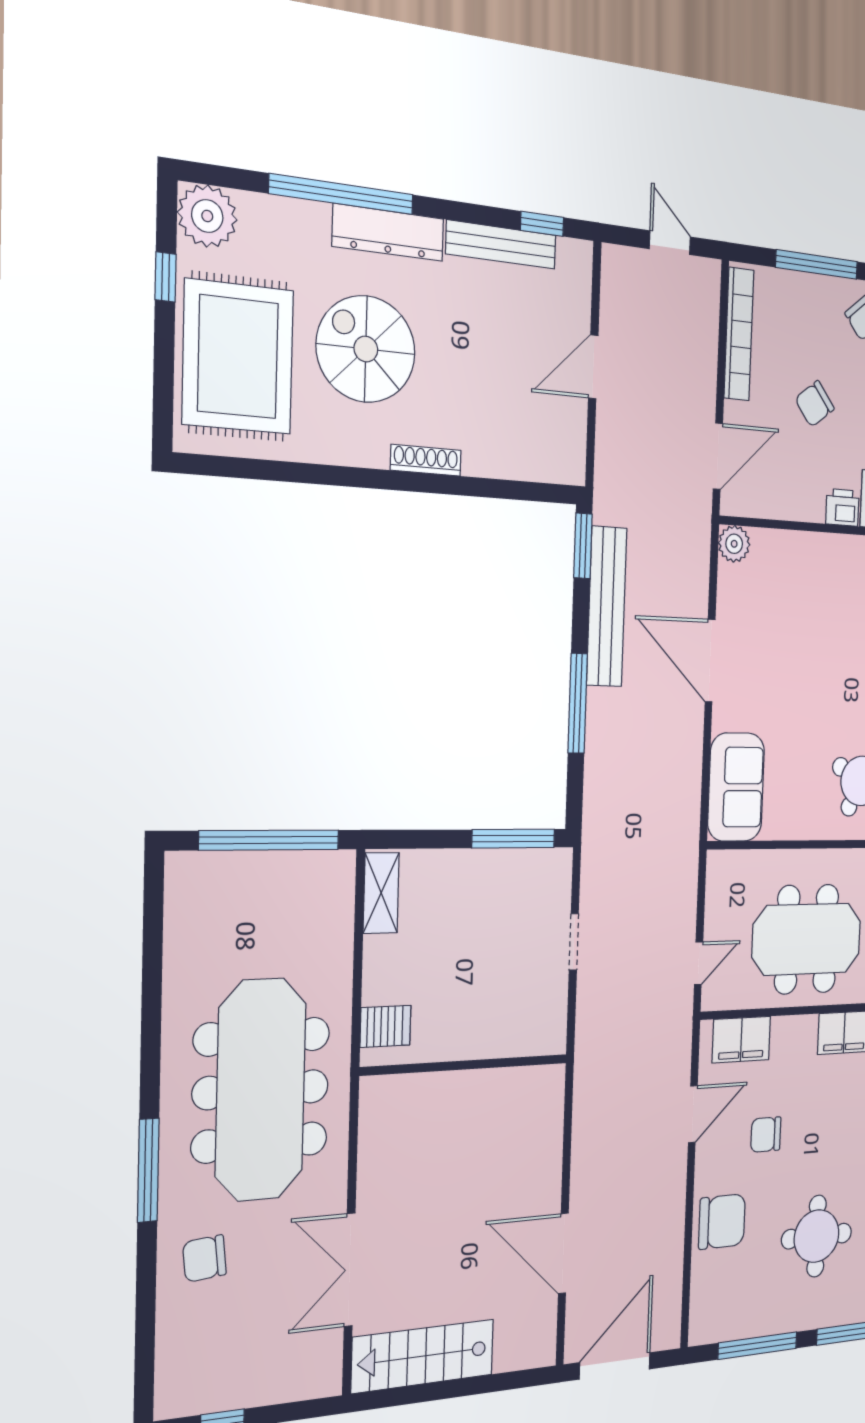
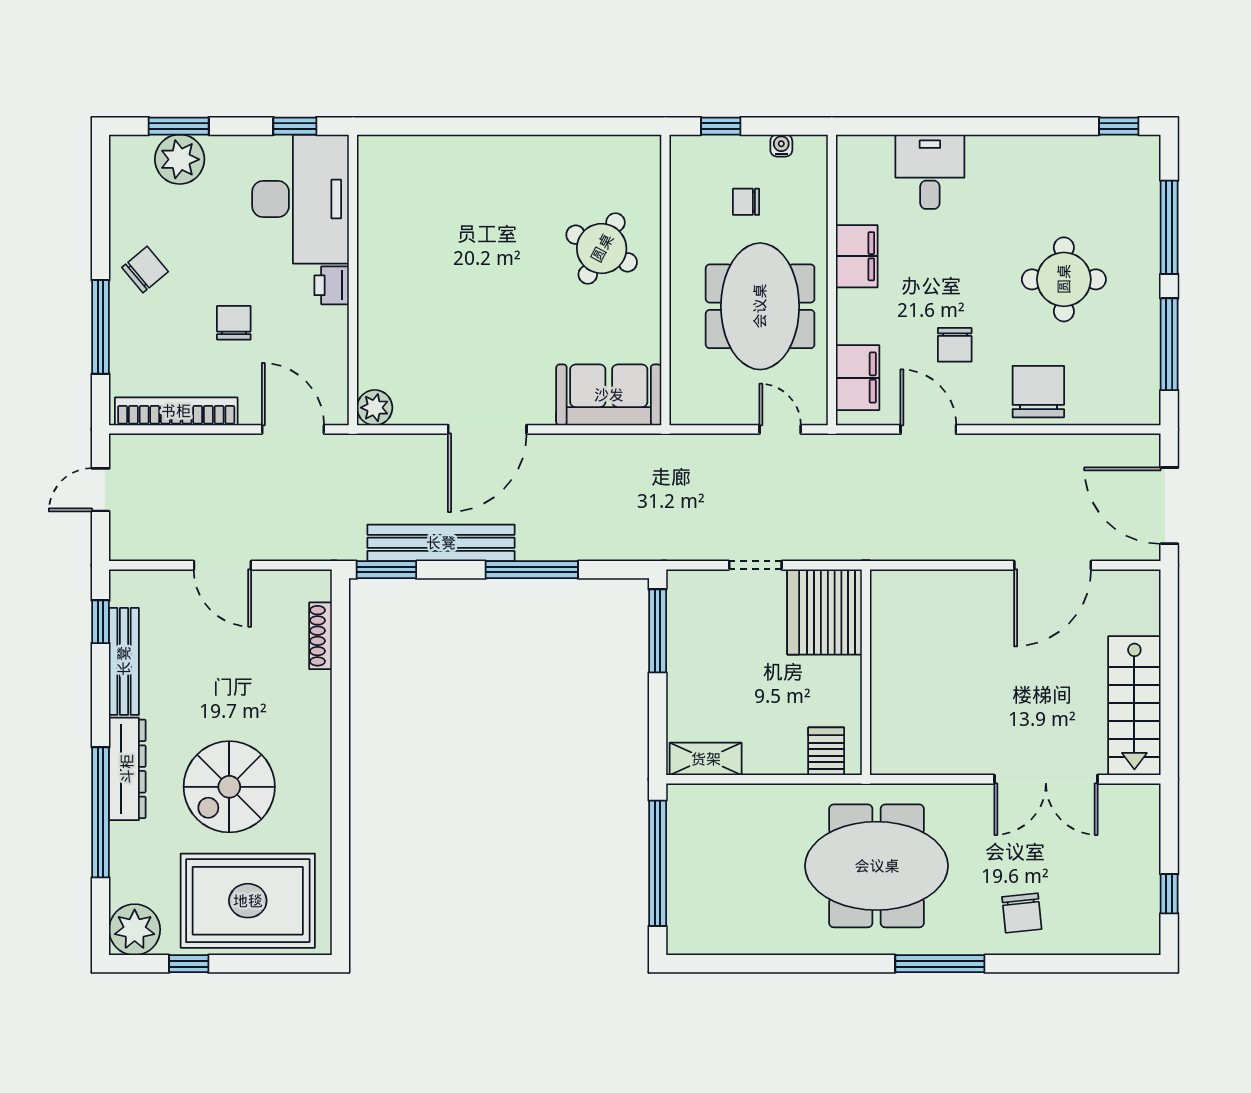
chair: (815, 404) -> (234, 323), turned -142
shoe rack: (426, 460) -> (320, 636), moved
server rack: (526, 1017) -> (824, 612), added
meeting table: (261, 1090) -> (877, 866), width x0.73

